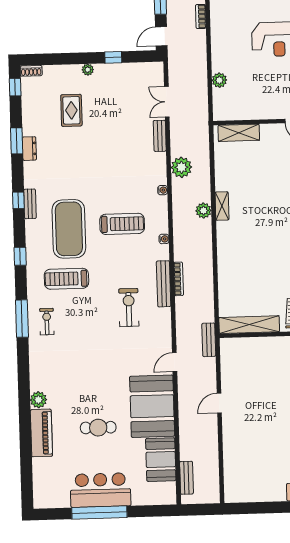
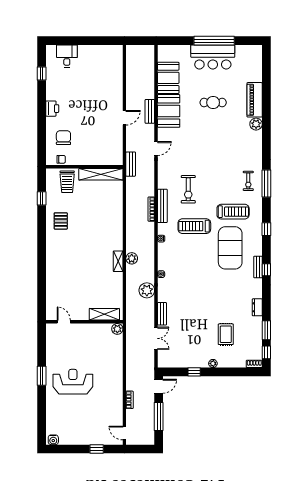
plant: (219, 80) -> (117, 329), moved
window: (17, 141) -> (266, 330), moved
treadmill: (122, 224) -> (194, 226), moved
booth: (152, 406) -> (169, 111), width x0.73, depth x0.70
bench: (186, 478) -> (150, 111), moved

